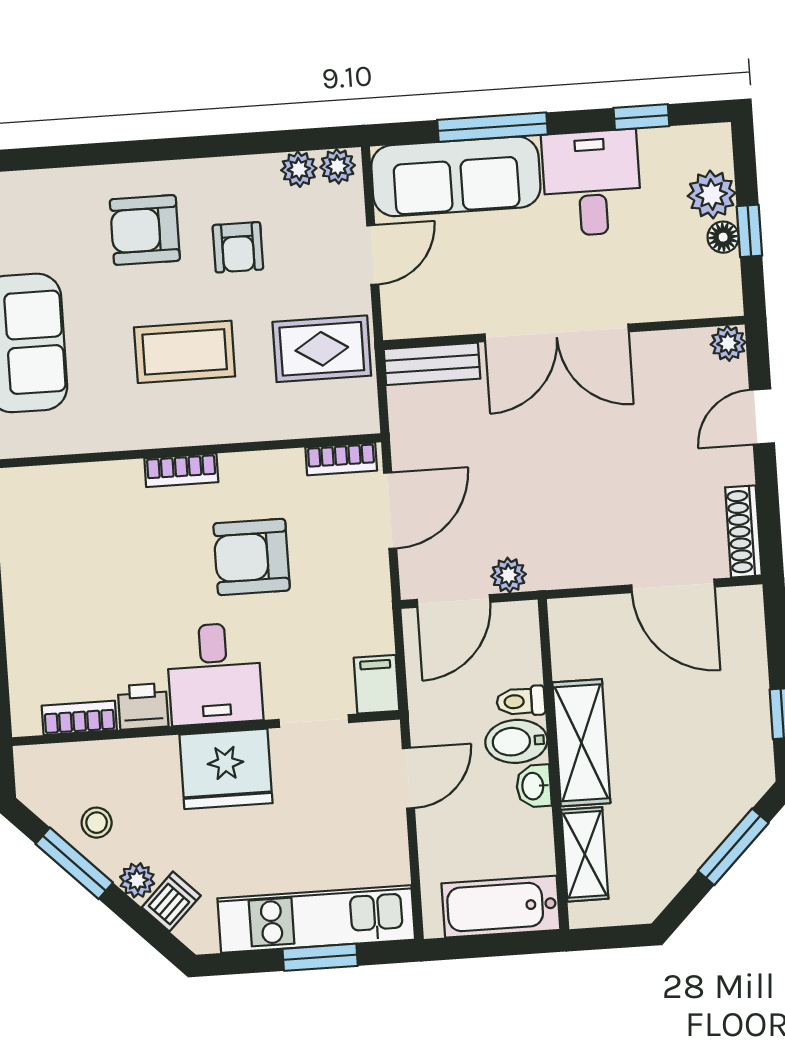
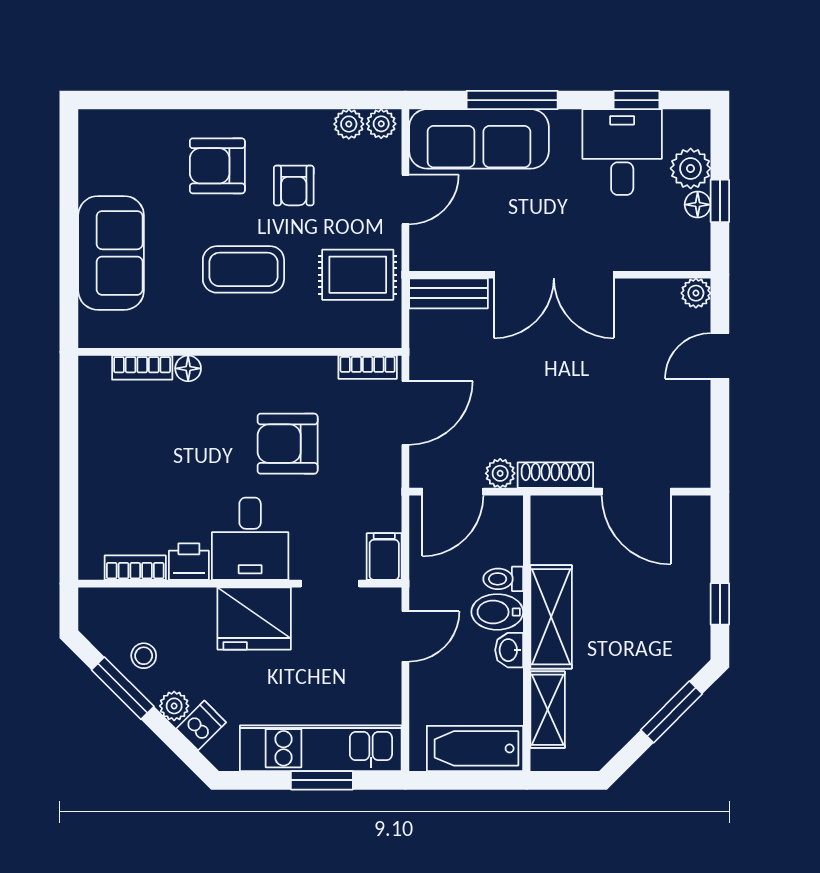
desk: (592, 183) -> (622, 152), moved
bookcase: (181, 470) -> (142, 368), moved
floor lamp: (126, 475) -> (188, 368), added
shoe rack: (743, 531) -> (555, 475), moved, turned 90

